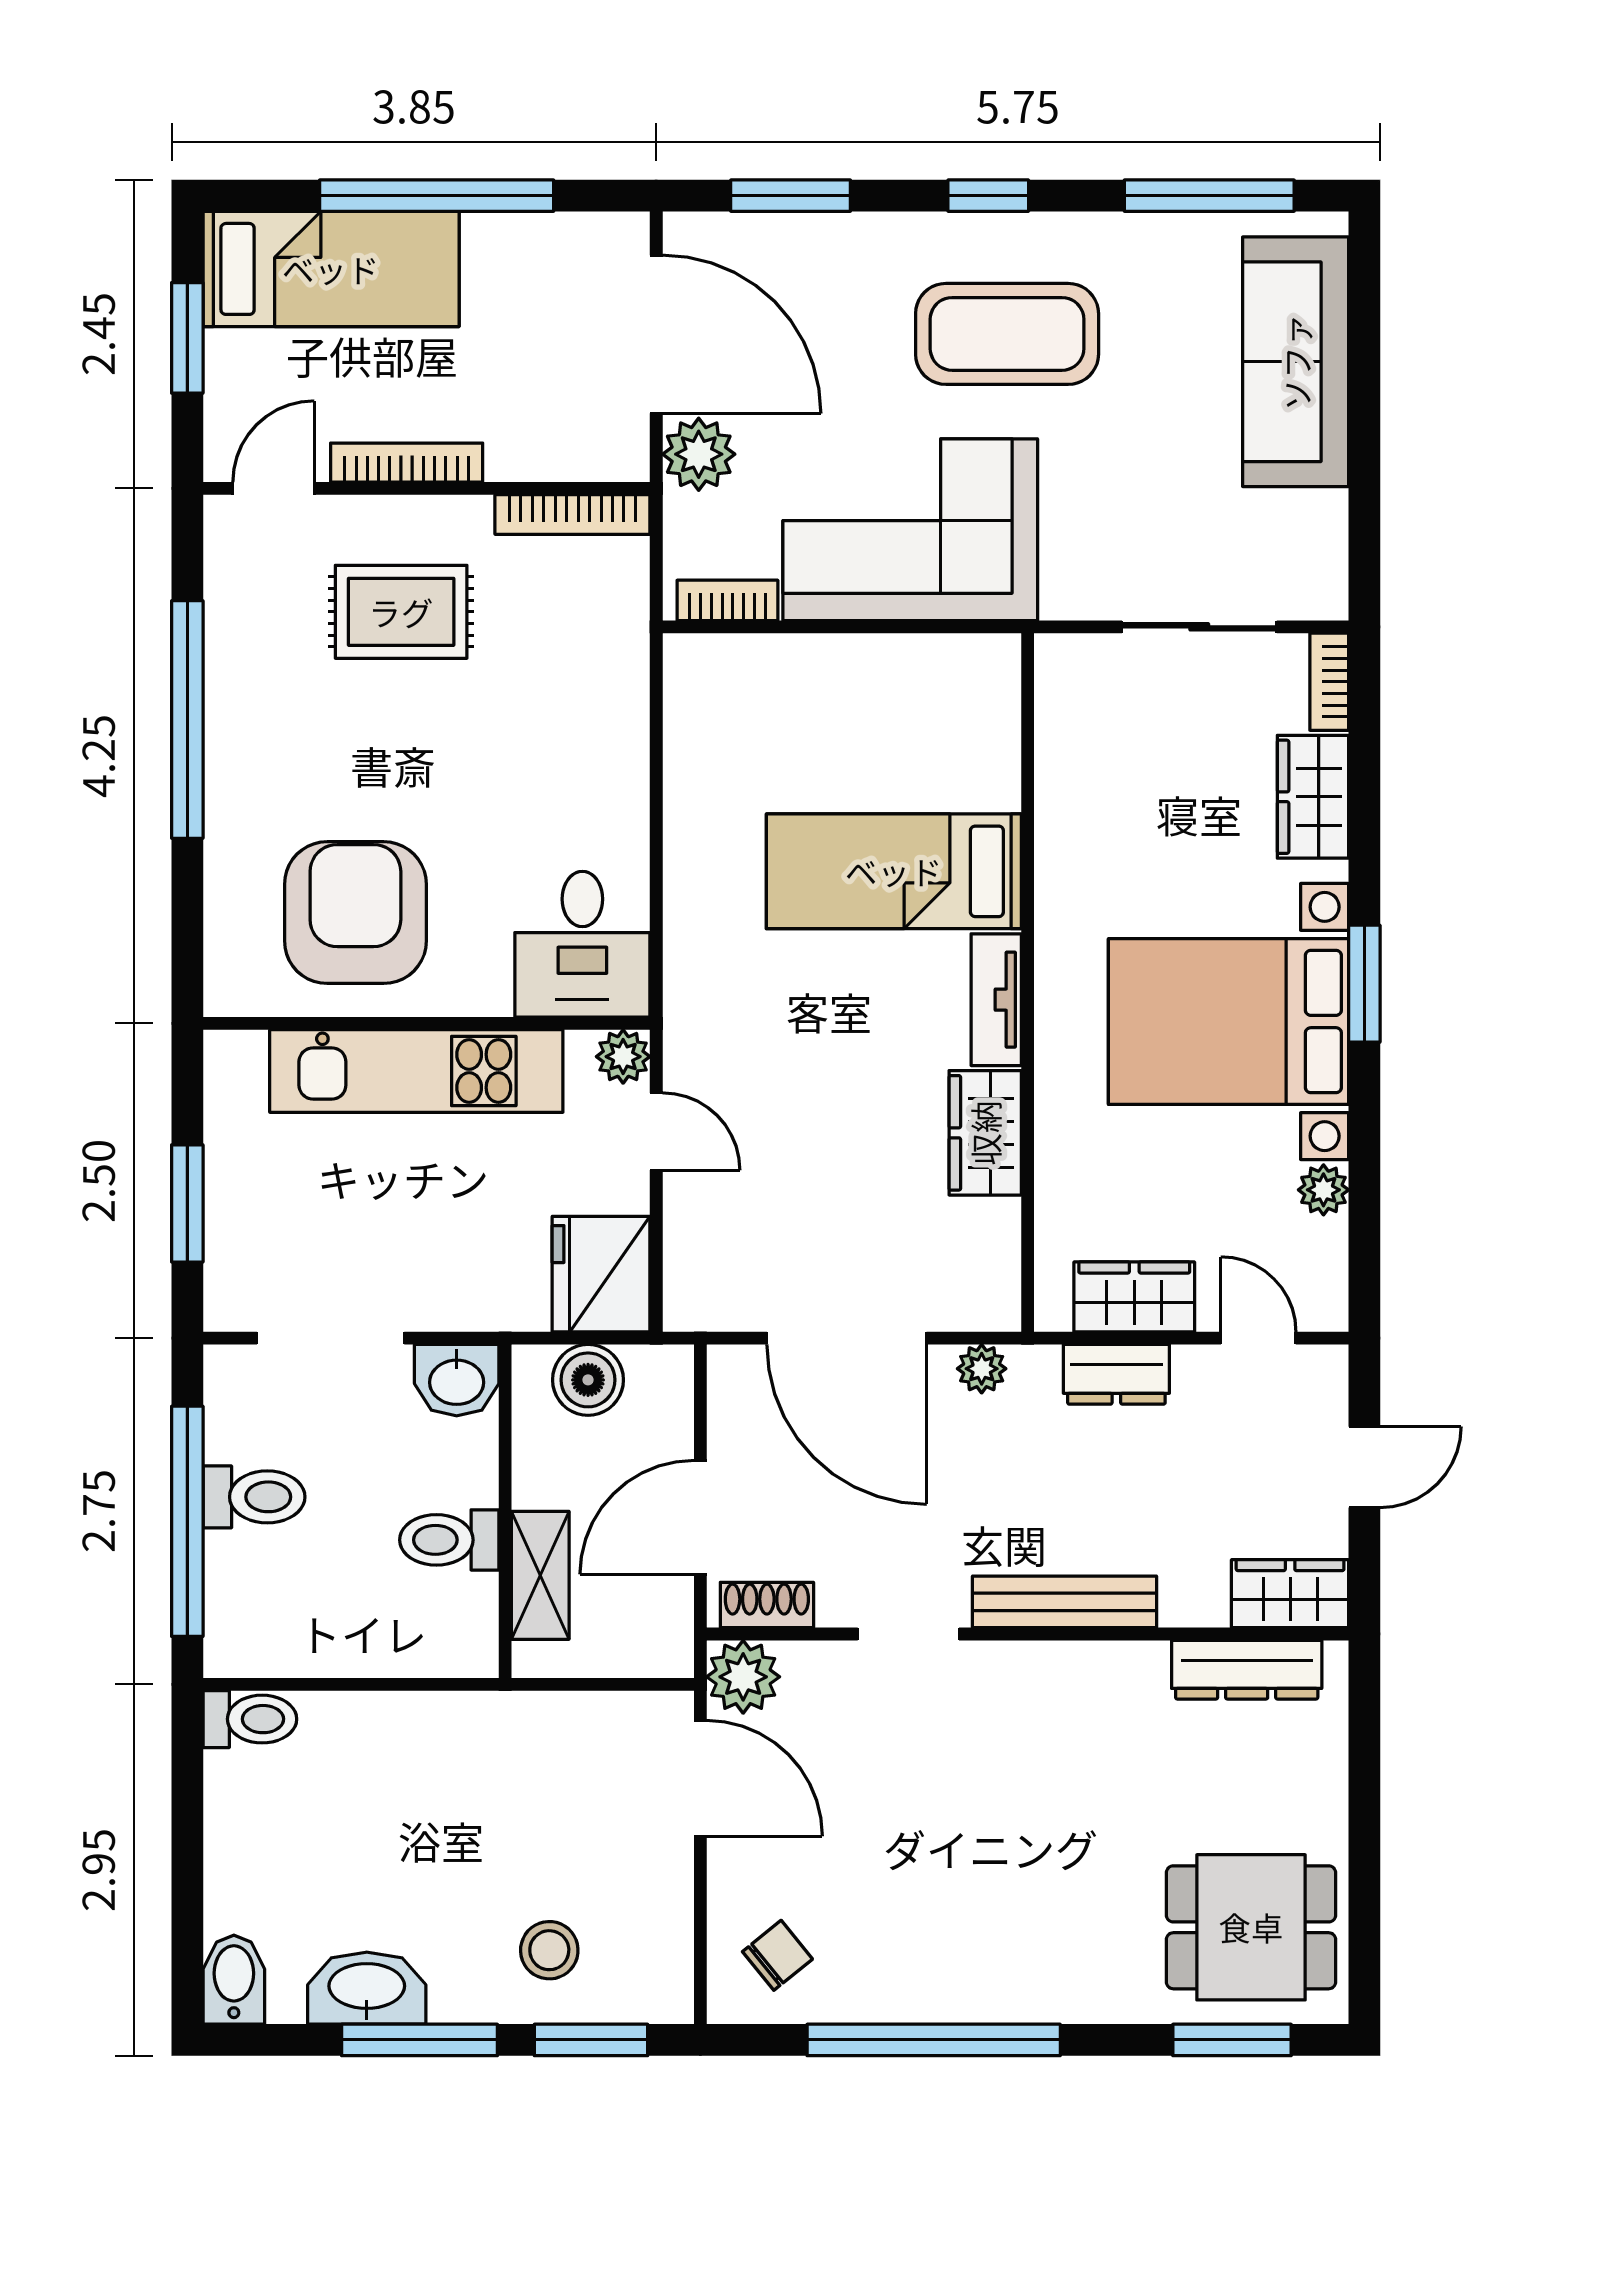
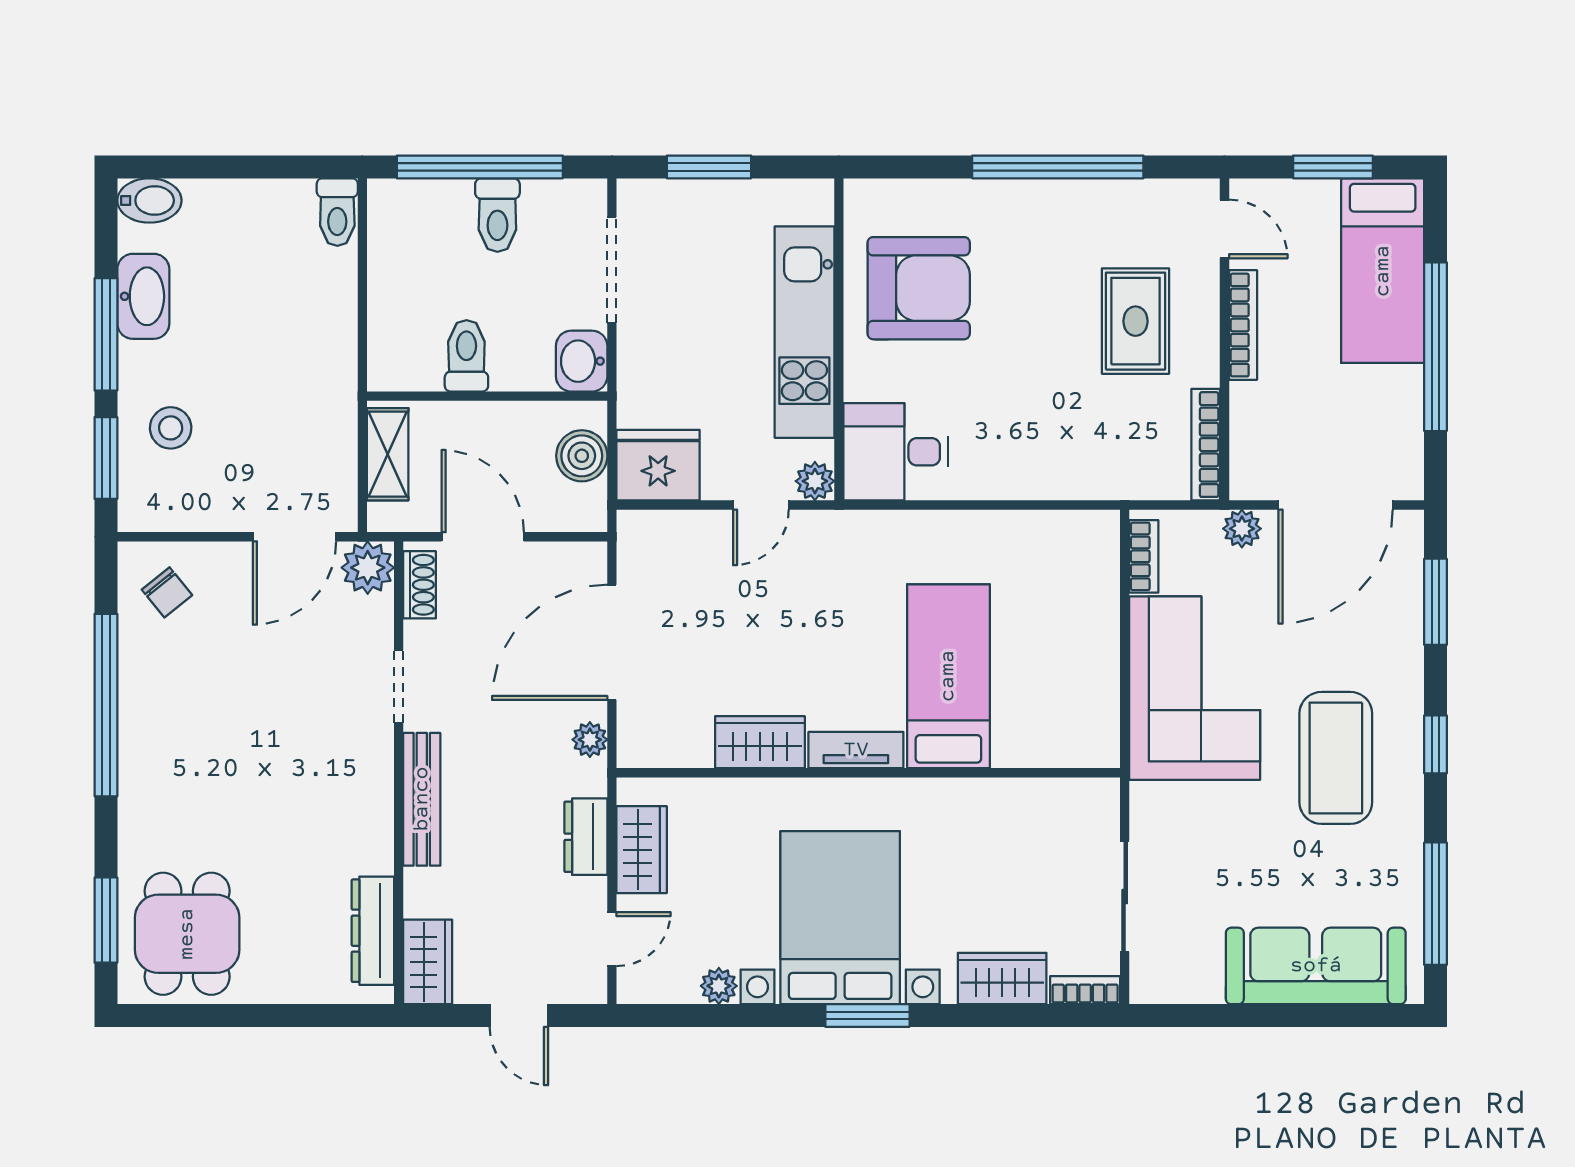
plant: (699, 454) -> (1242, 529), width x0.73, depth x0.73
shelving: (540, 1575) -> (388, 454), moved, turned 90

